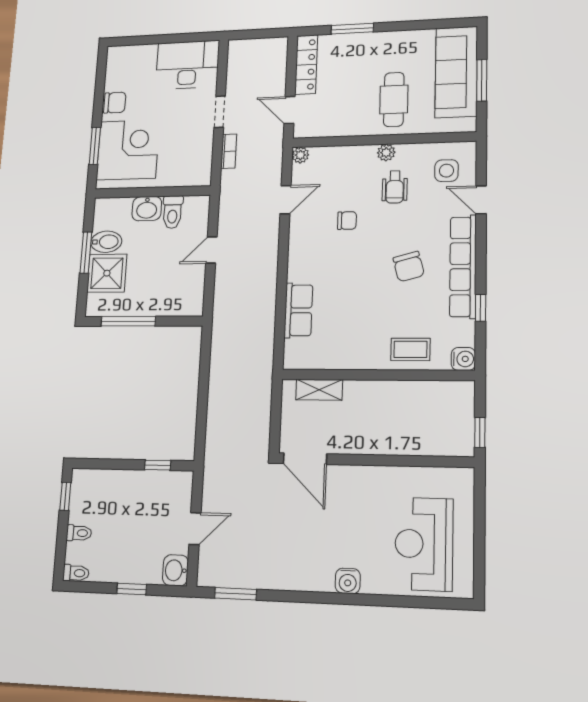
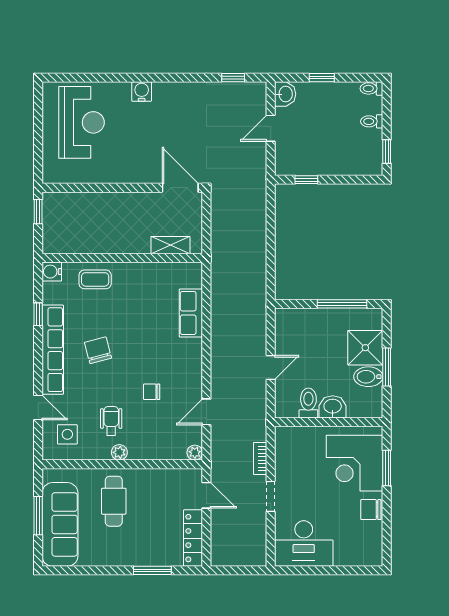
window: (236, 594) -> (233, 78), width x0.67

